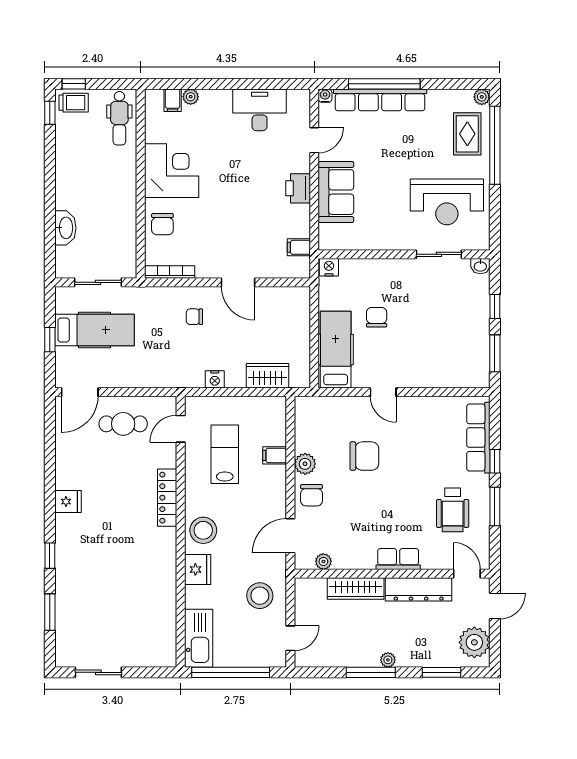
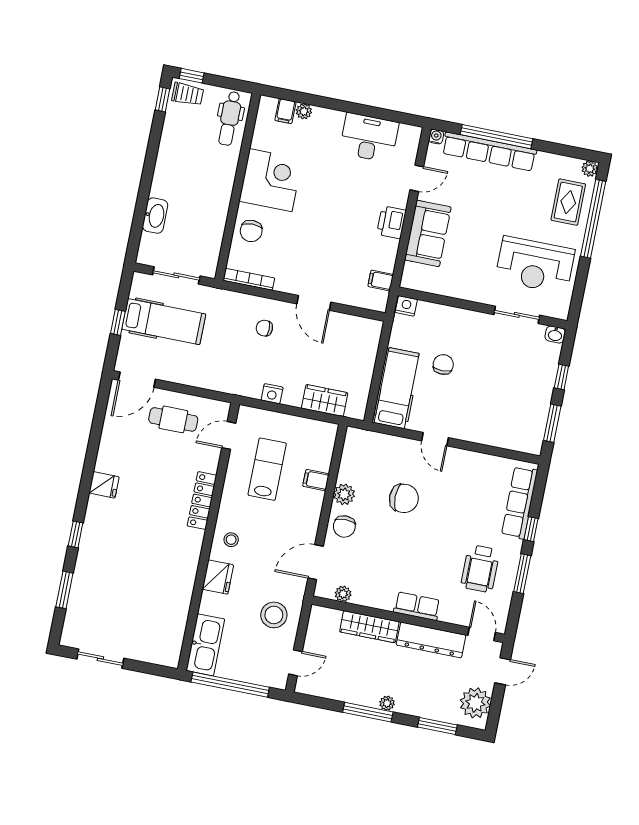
stool: (203, 530) -> (231, 540), width x0.53, depth x0.53

